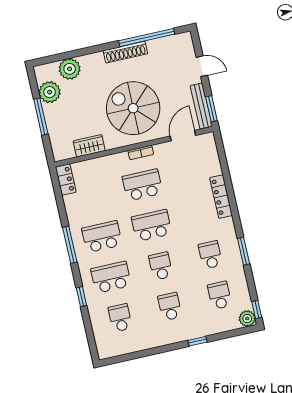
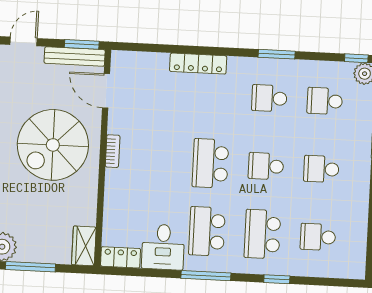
wardrobe: (89, 146) -> (84, 246), moved
school desk: (142, 185) -> (155, 161), removed
desk: (82, 208) -> (163, 247), added

